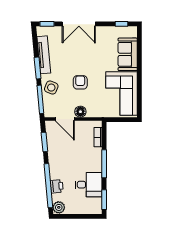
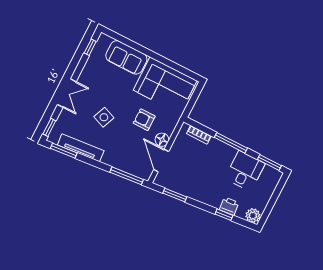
double door: (79, 24) -> (67, 93), width x0.73
window: (38, 68) -> (64, 151), moved
armchair: (80, 82) -> (144, 120), moved
side table: (51, 88) -> (104, 117), moved
door: (65, 119) -> (161, 161), swing flipped
window: (48, 186) -> (224, 215), width x0.32

